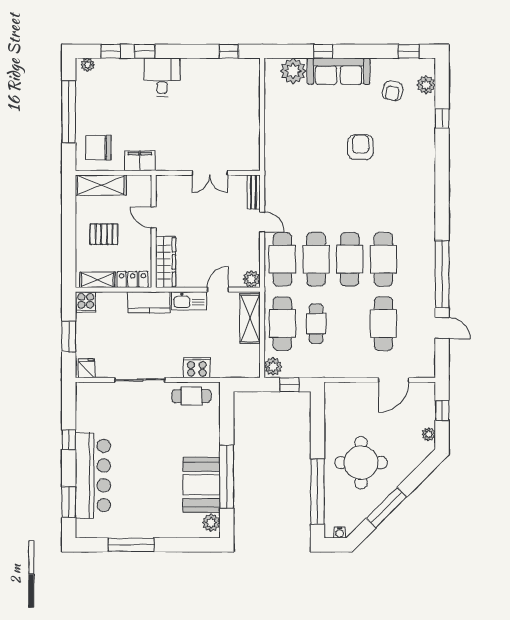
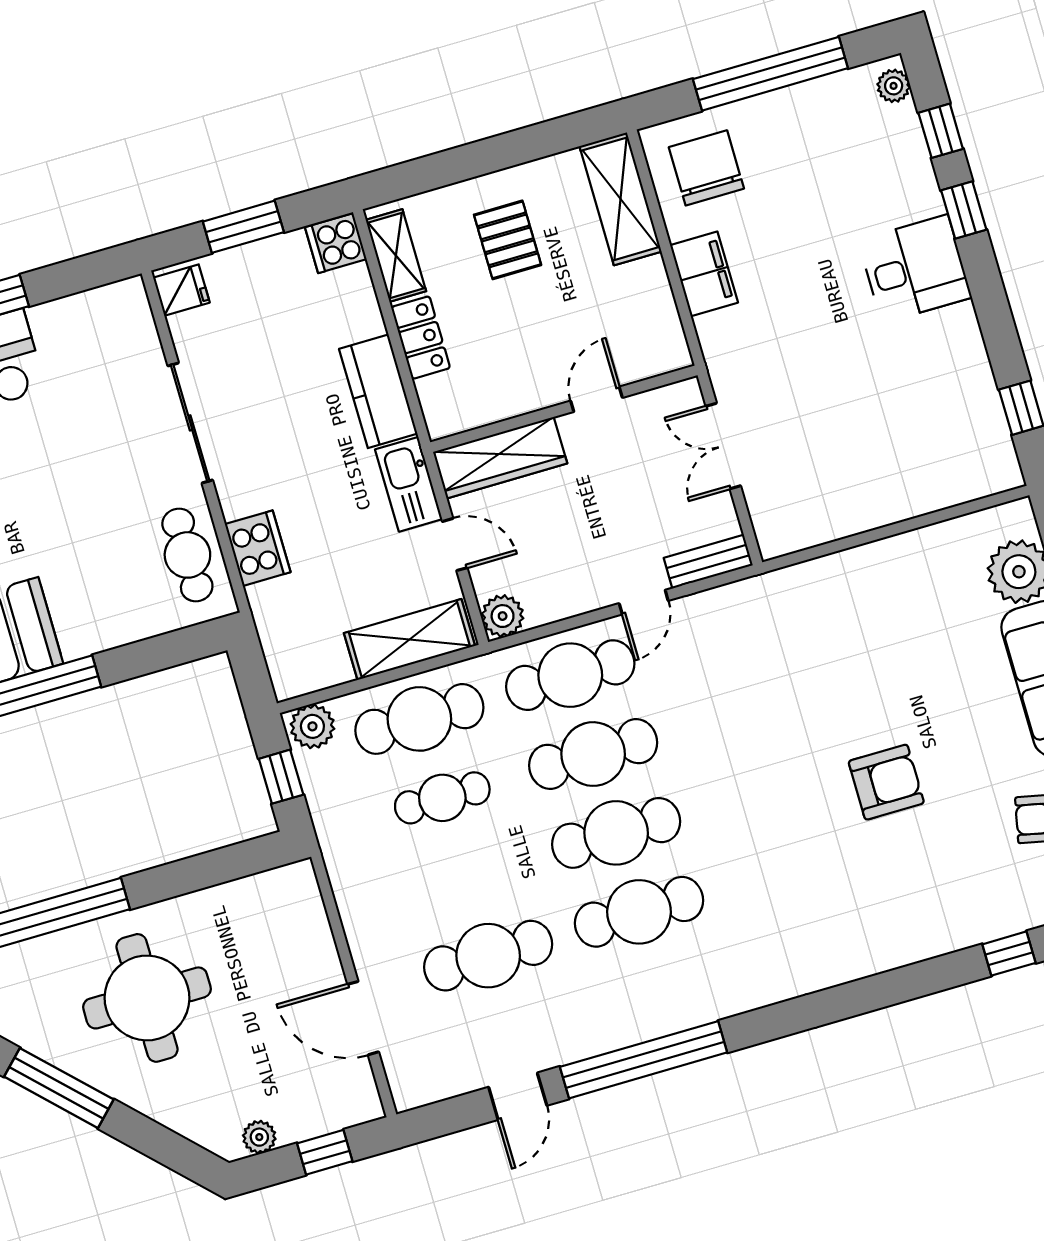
door: (154, 217) -> (597, 399), moved
wall: (154, 231) -> (564, 409), moved
wardrobe: (166, 262) -> (500, 458), moved

